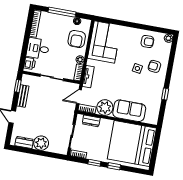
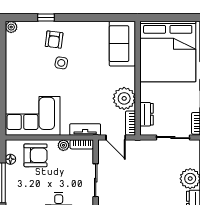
armchair: (147, 42) -> (21, 56), removed
window: (165, 94) -> (46, 18), moved
sofa: (129, 111) -> (122, 44), moved

